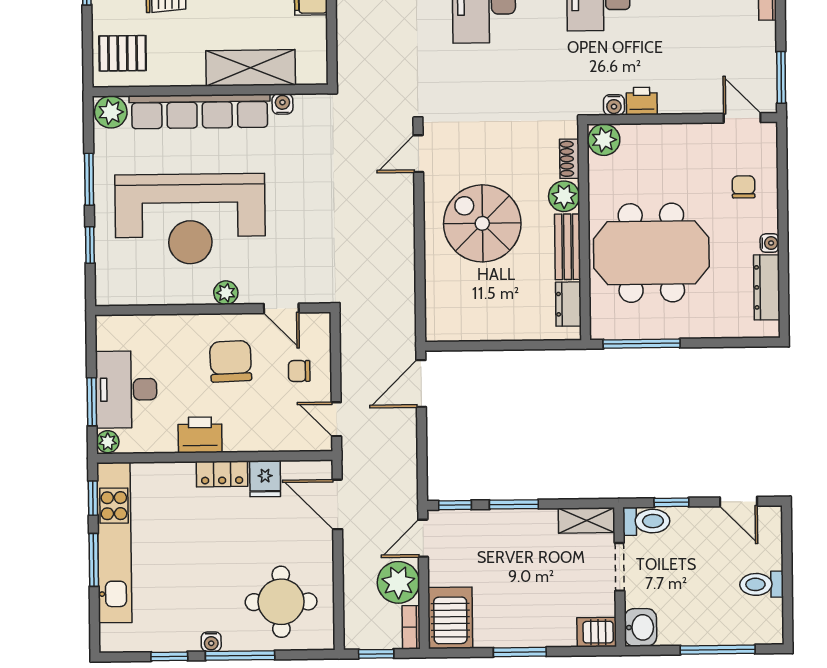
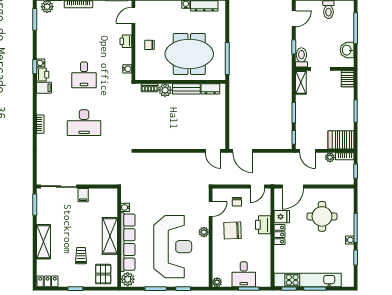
shelving: (251, 68) -> (110, 236), moved
printer: (642, 101) -> (126, 41), moved
plant: (604, 140) -> (142, 73), removed
door: (418, 154) -> (213, 151), moved
chair: (744, 187) -> (150, 45), moved
spiral stairs: (482, 223) -> (176, 124), removed
meeting table: (651, 253) -> (189, 54), turned 90
desk: (126, 389) -> (244, 274), width x0.73
printer: (200, 435) -> (263, 225), moved
plant: (108, 442) -> (217, 282), moved
plant: (398, 582) -> (330, 157), width x0.53, depth x0.53
round table: (281, 602) -> (322, 216), moved
washbasin: (640, 627) -> (347, 50), moved, turned -90

